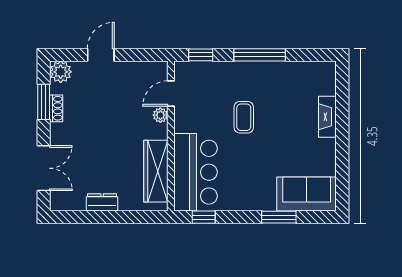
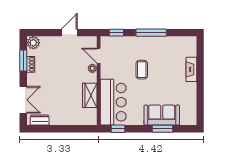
door: (101, 55) -> (69, 33), moved
door: (171, 93) -> (99, 56), hinge flipped
wardrobe: (156, 171) -> (90, 95), width x0.67
sofa: (307, 194) -> (162, 115), moved
dresser: (102, 202) -> (40, 120), moved

